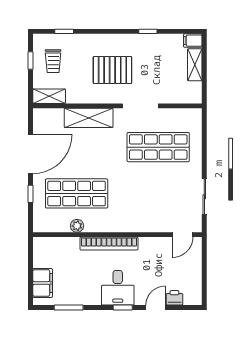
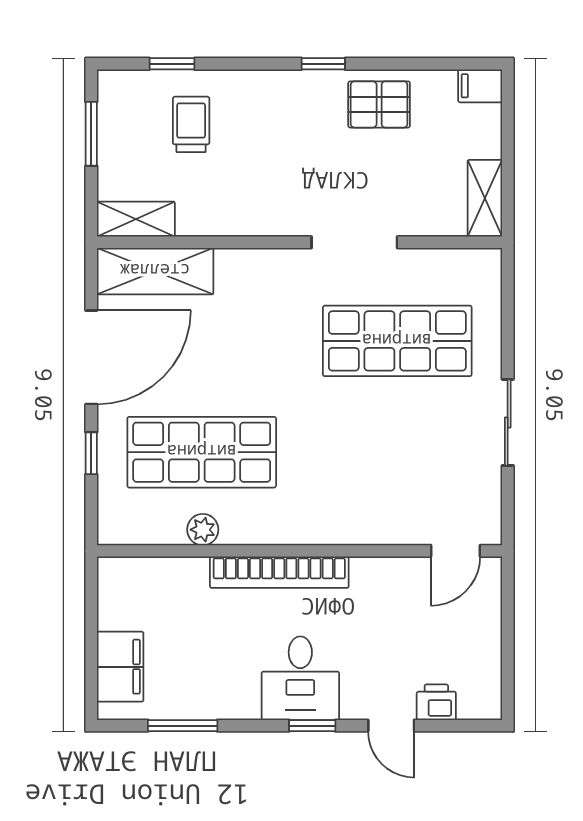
window: (148, 31) -> (323, 64), moved
window: (31, 61) -> (91, 134), width x1.50
trolley: (53, 61) -> (191, 124), moved, turned 180
shelving: (195, 65) -> (485, 198), moved
pallet: (112, 70) -> (379, 104), moved, width x0.67, depth x0.71
shelving: (89, 118) -> (155, 271), moved
sliding door: (204, 197) -> (508, 422), moved
door: (156, 308) -> (391, 726), swing flipped

